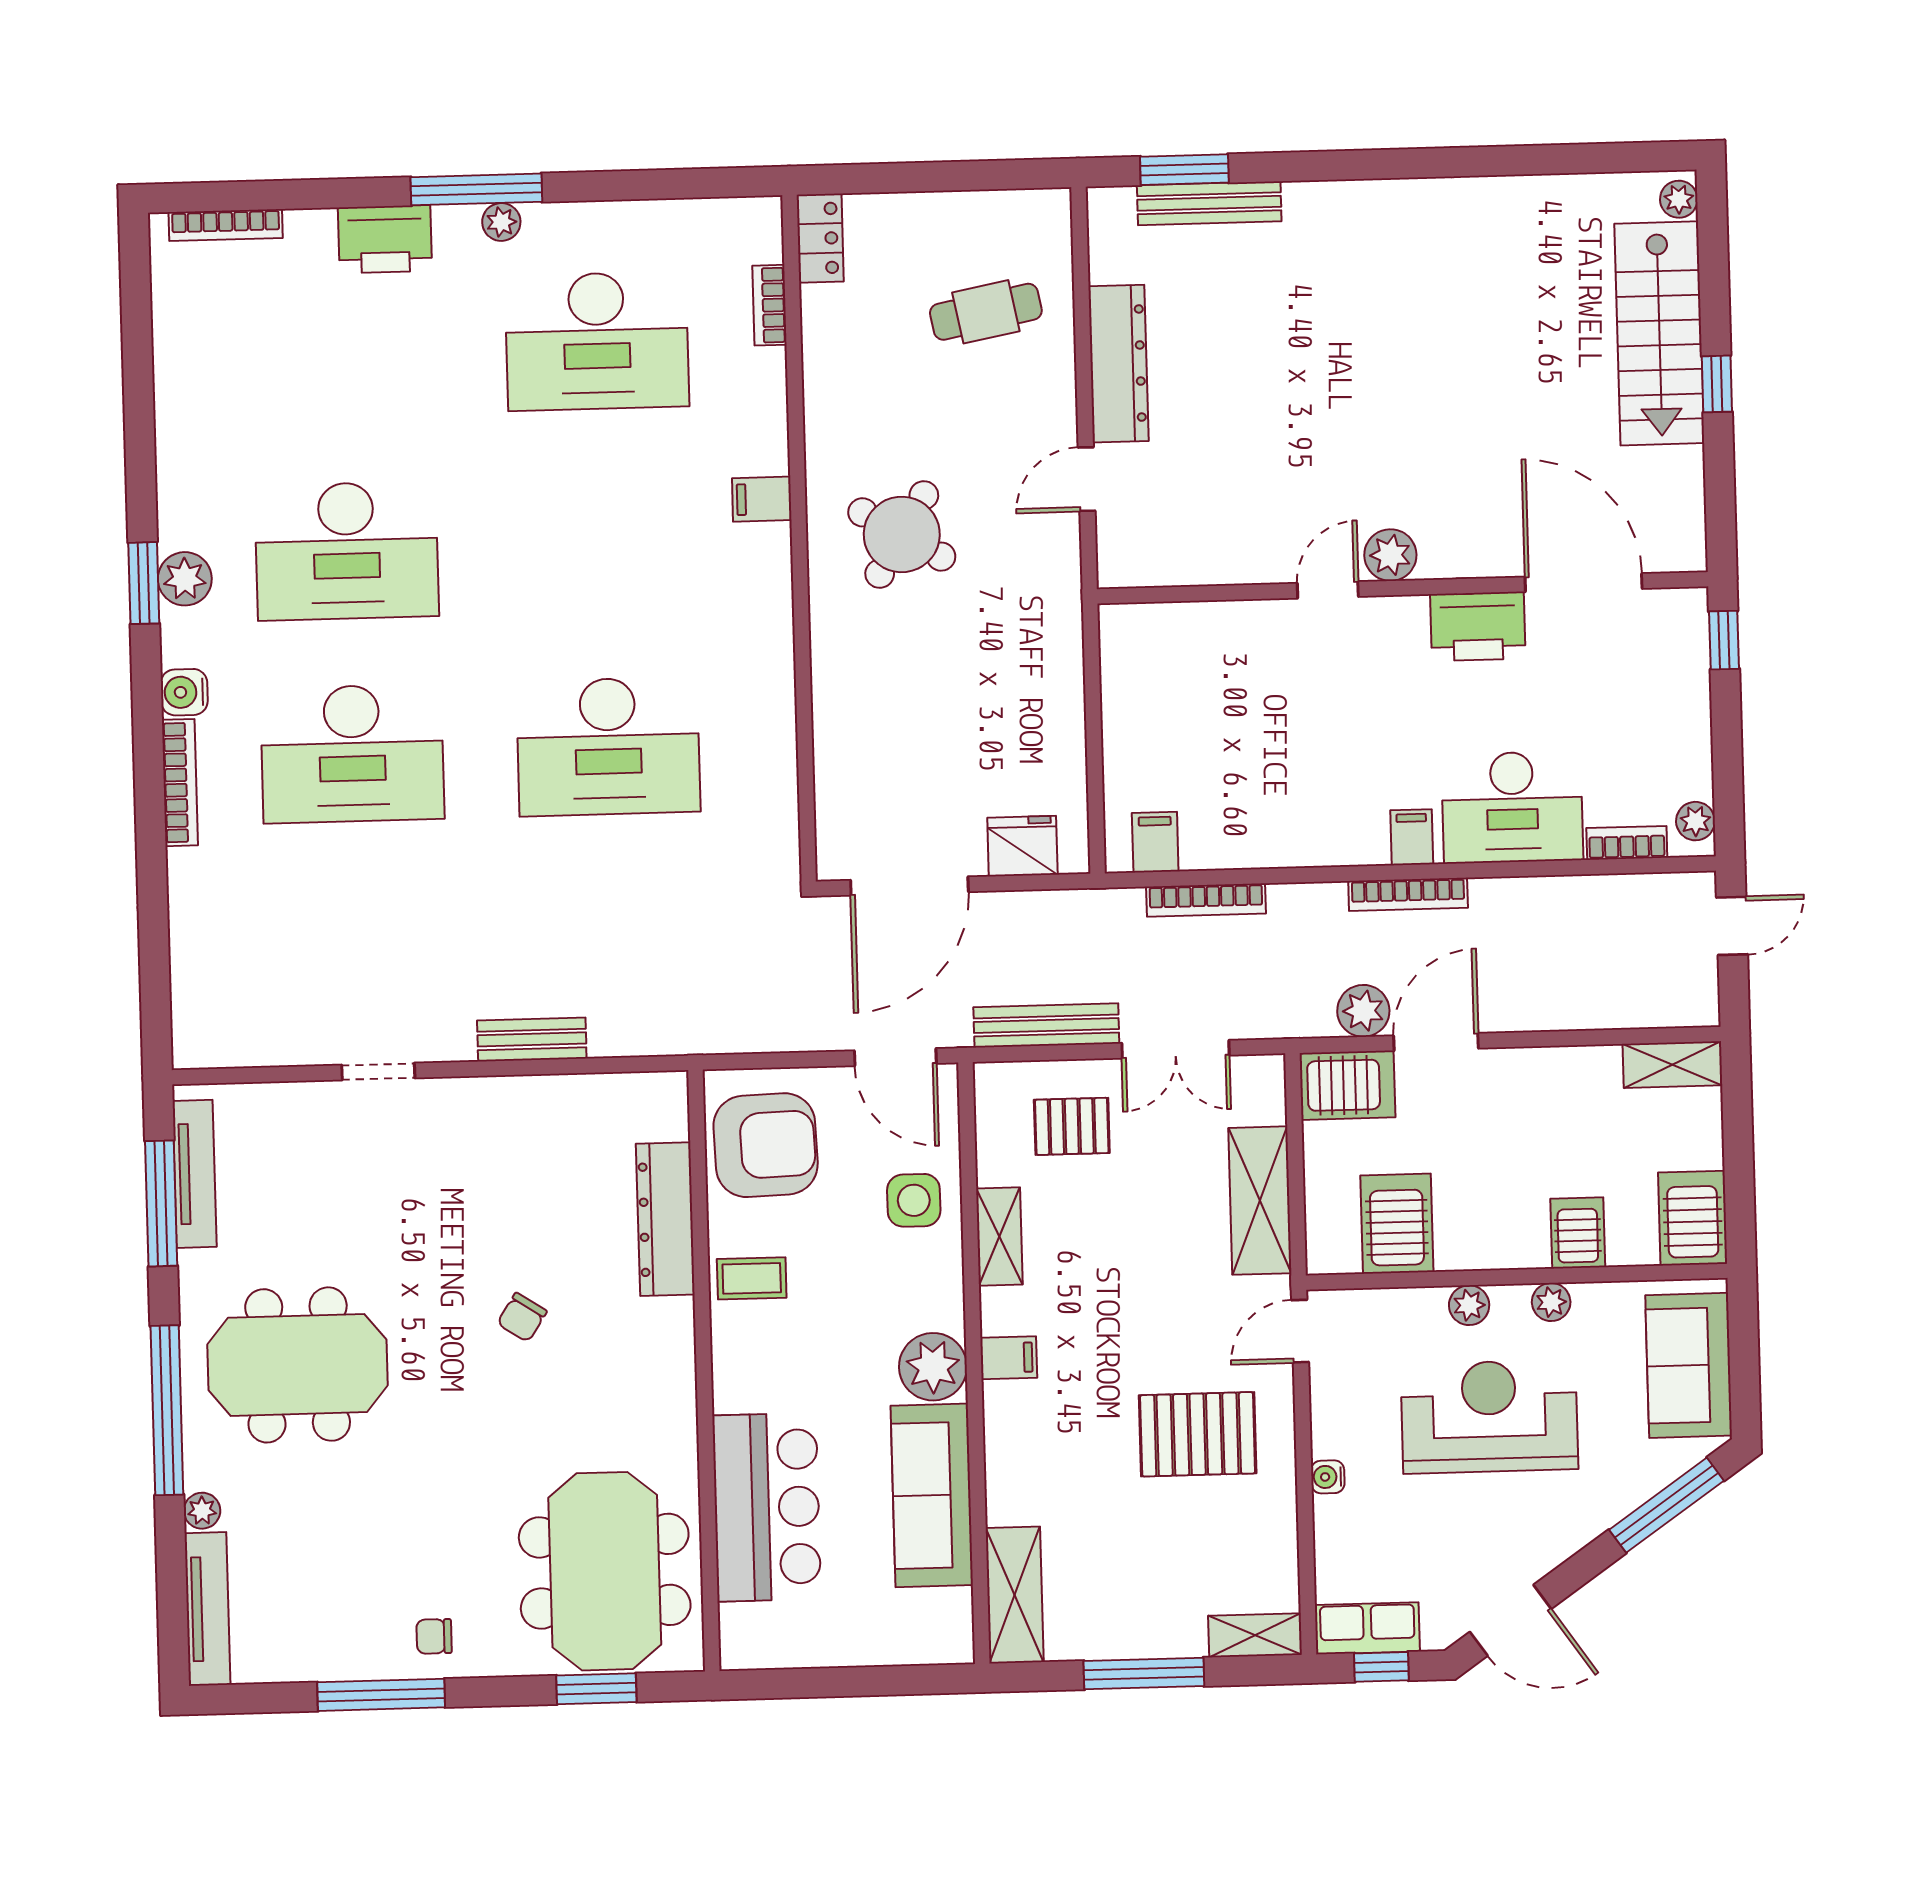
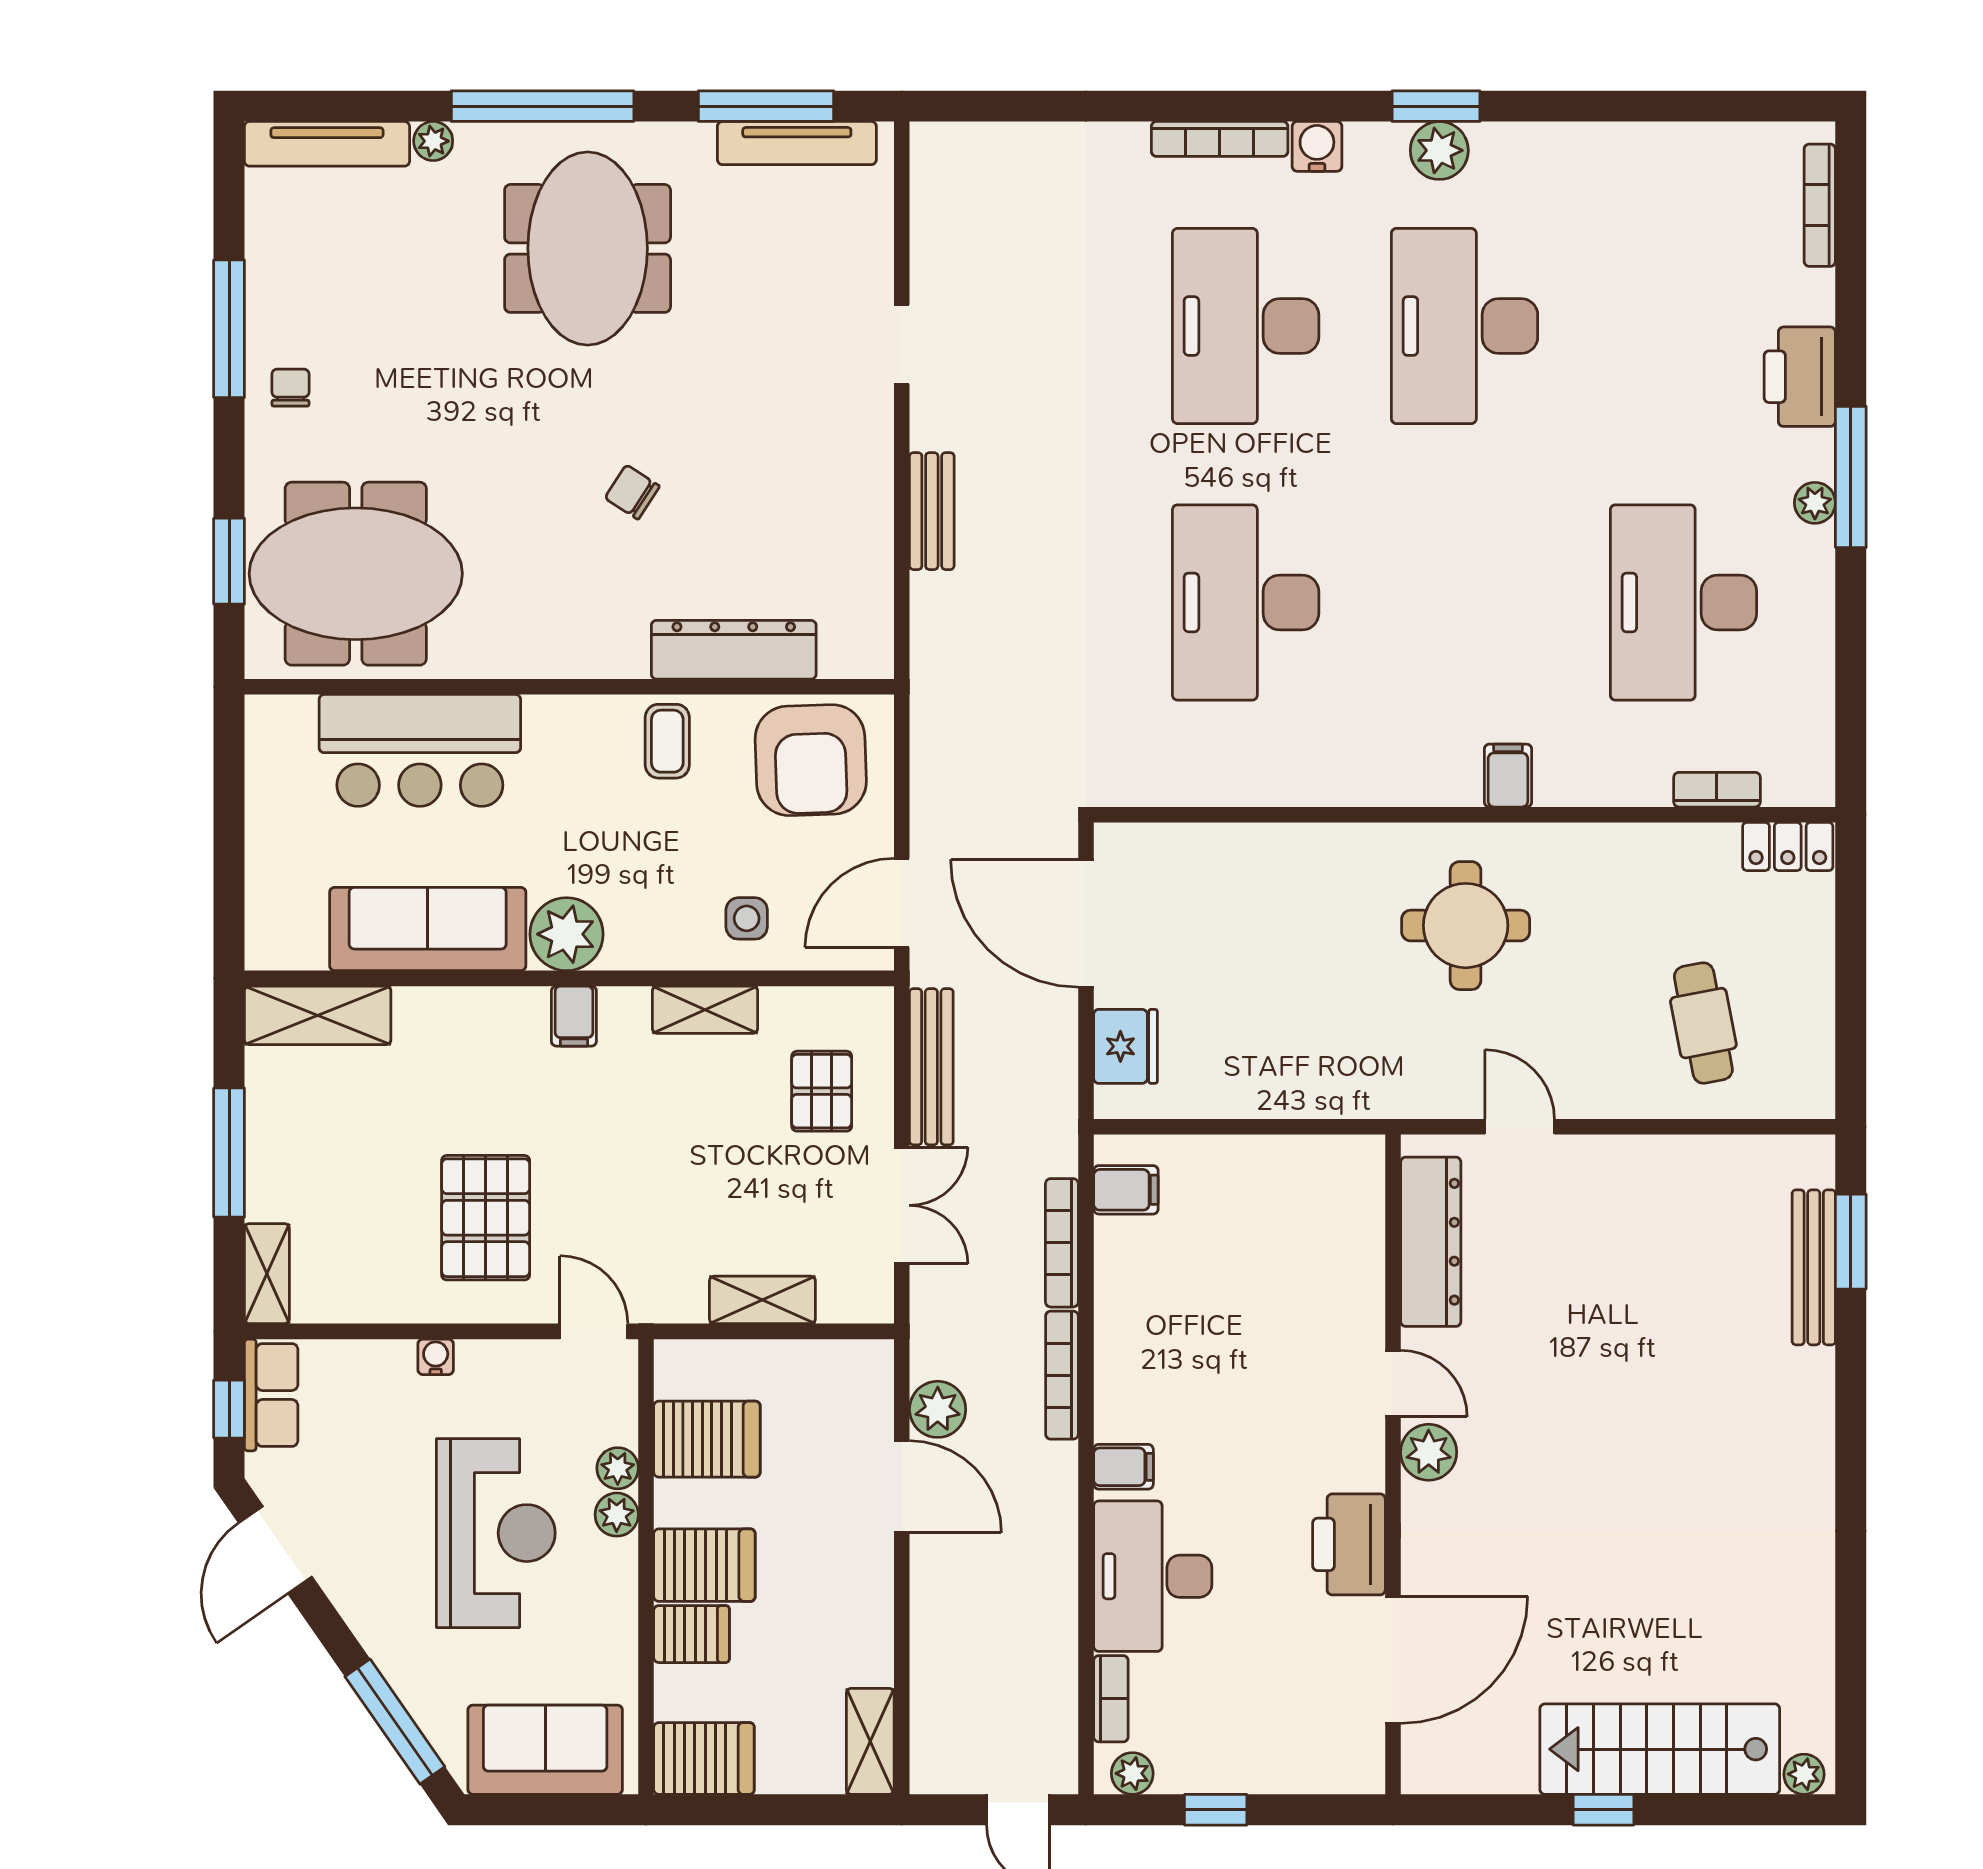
dresser: (1118, 364) -> (1431, 1242), moved, turned -90
round table: (902, 534) -> (1466, 926), turned -31
window: (1724, 640) -> (1216, 1810), moved
bookcase: (1408, 894) -> (1062, 1375), moved
double door: (1175, 1049) -> (902, 1205), swing flipped
server rack: (1347, 1085) -> (704, 1565), moved, turned -90
side table: (914, 1200) -> (747, 918), width x0.73, depth x0.73
shelving: (1260, 1201) -> (762, 1300), width x0.67, depth x0.75
plant: (1551, 1302) -> (618, 1468), moved

